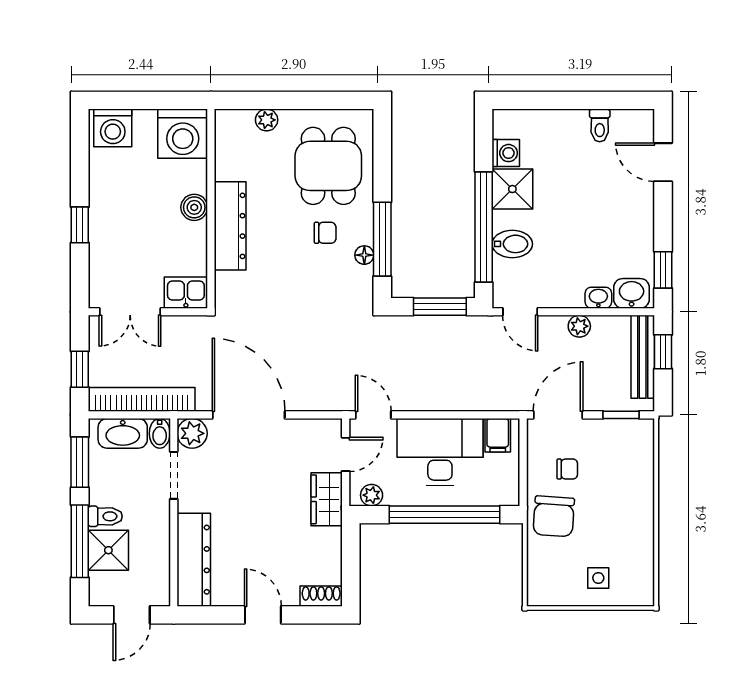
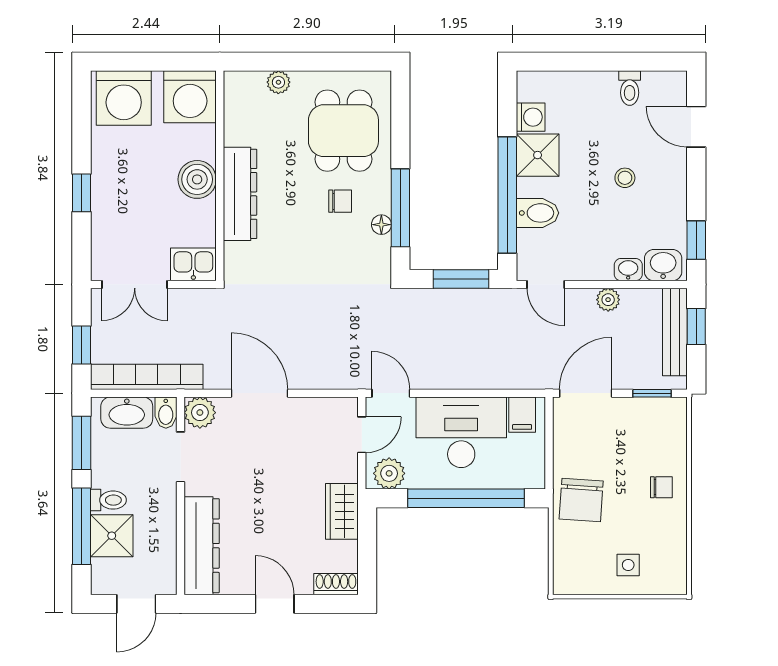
washing machine: (113, 128) -> (124, 98), width x1.37, depth x1.37
boiler: (194, 207) -> (197, 179), width x1.36, depth x1.36
stool: (595, 211) -> (625, 178), added
door: (249, 415) -> (260, 393), width x0.73
chair: (567, 469) -> (661, 487), moved
plant: (372, 495) -> (389, 473), width x1.38, depth x1.38
wardrobe: (327, 499) -> (342, 511), moved

